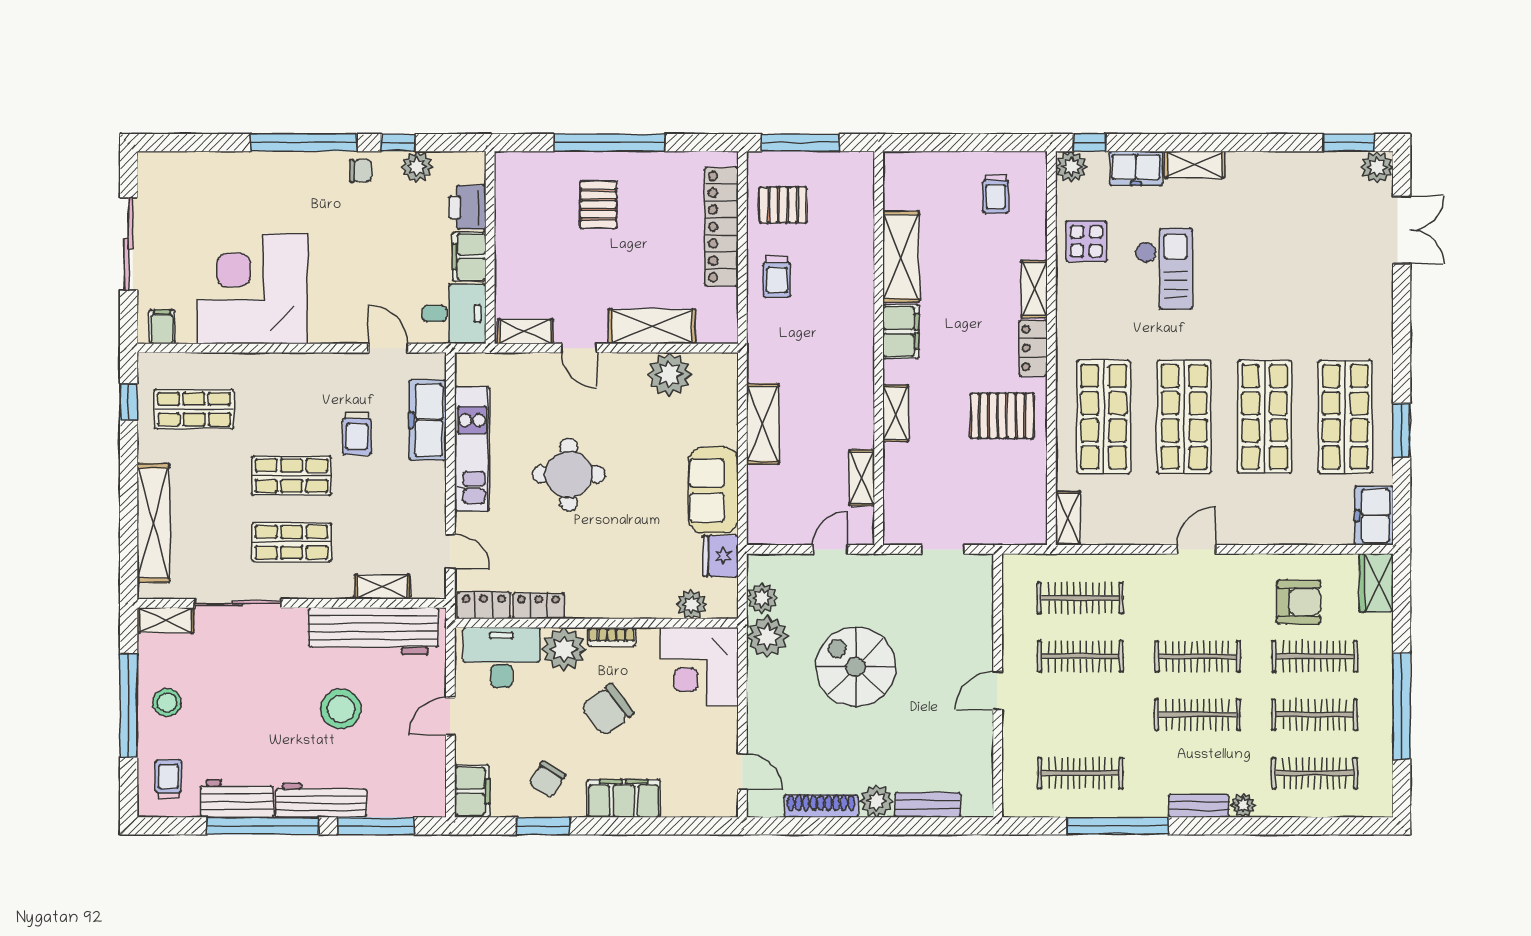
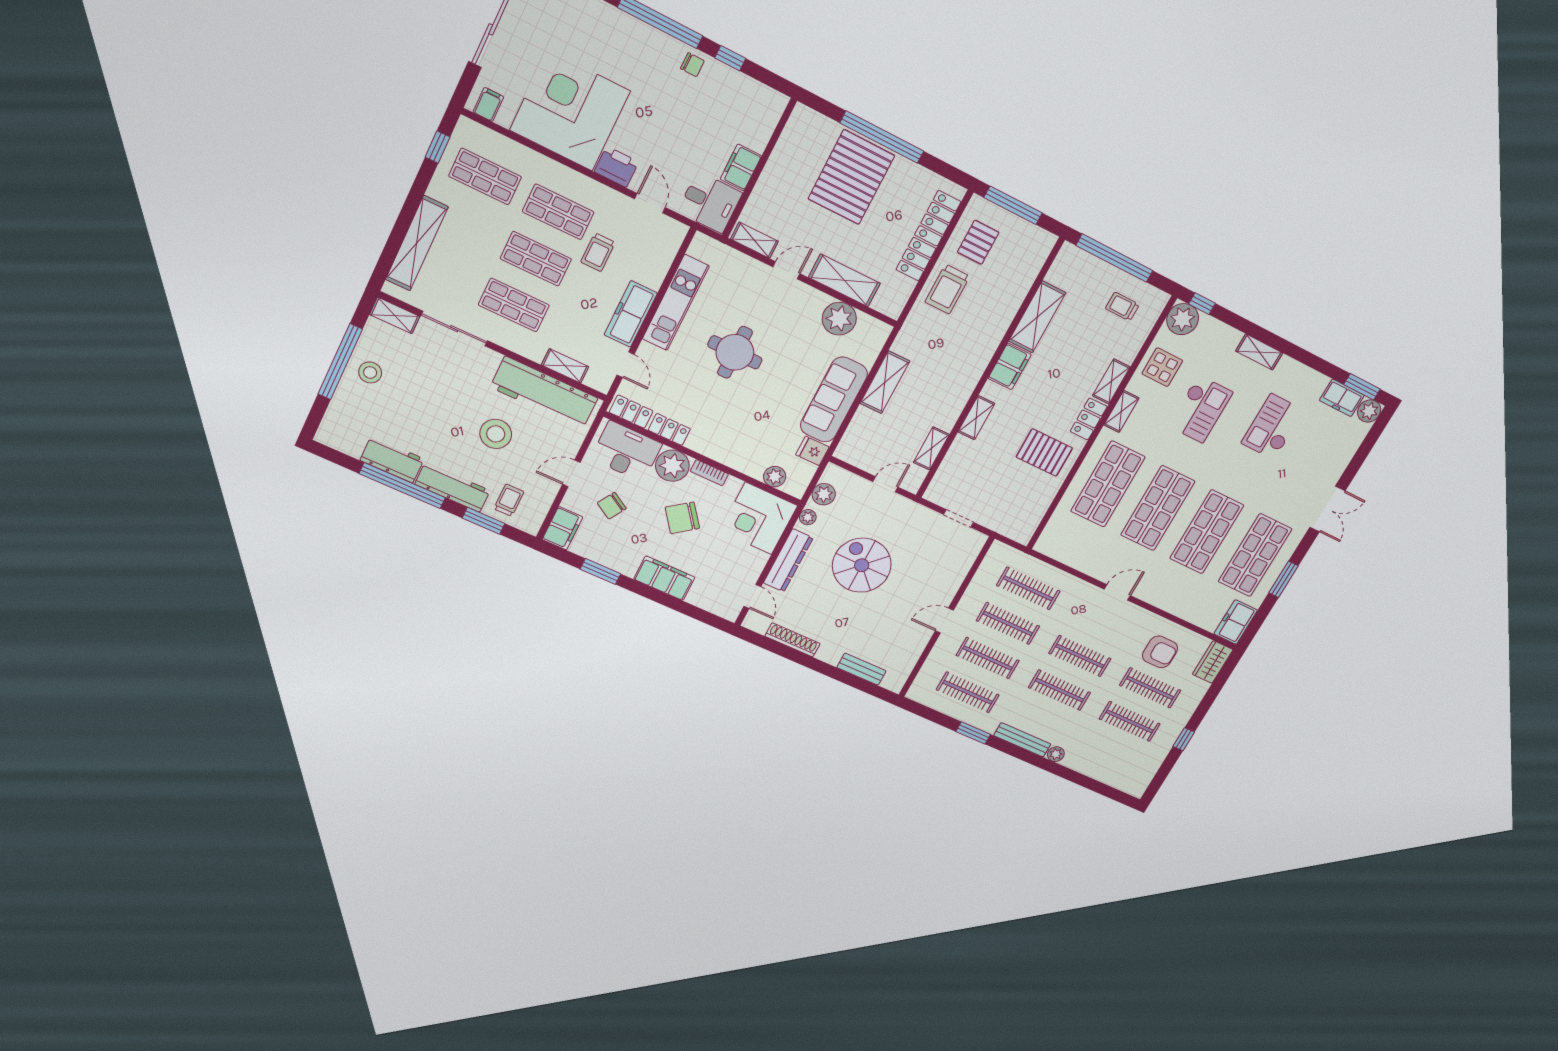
window: (953, 143) -> (1115, 258), added
plant: (417, 167) -> (735, 83), removed
plant: (1071, 167) -> (1183, 319), width x1.36, depth x1.36
freezer: (1136, 168) -> (1342, 398), moved
trolley: (996, 194) -> (1122, 307), turned 90
pallet: (598, 205) -> (851, 177), width x2.05, depth x2.00
pallet: (783, 205) -> (978, 242), turned 90
printer: (468, 207) -> (616, 167), moved, turned 90
double door: (1402, 230) -> (1327, 509), moved
checkout: (1267, 246) -> (1273, 427), added
trolley: (777, 277) -> (947, 289), width x1.36, depth x1.39
door: (579, 348) -> (786, 270), swing flipped
shop shelf: (292, 409) -> (558, 212), added
freezer: (427, 420) -> (631, 314), moved
sofa: (713, 490) -> (834, 400), width x1.36
shelving: (1068, 518) -> (1121, 411), moved
fridge: (720, 556) -> (812, 451), width x0.72
plant: (767, 636) -> (808, 517), width x0.53, depth x0.53
dresser: (762, 704) -> (788, 560), added
window: (1402, 706) -> (1184, 739), width x0.32
clothes rail: (1315, 773) -> (988, 658), moved
trolley: (168, 779) -> (509, 500), moved
chair: (547, 779) -> (612, 506), moved
plant: (877, 801) -> (830, 653), removed
bench: (1199, 806) -> (1022, 740), width x1.36
window: (376, 826) -> (484, 521), width x0.69
window: (1118, 826) -> (973, 733), width x0.47

